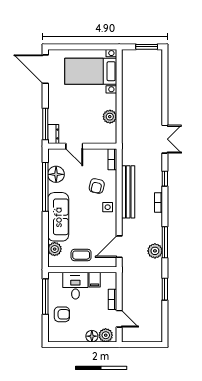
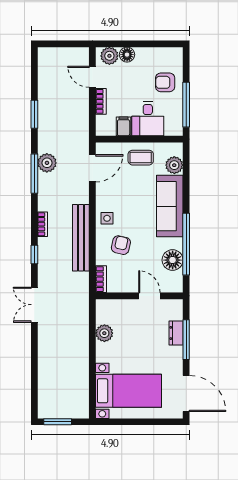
window: (45, 124) -> (186, 340), moved
dresser: (53, 134) -> (176, 333), moved

